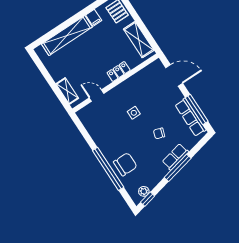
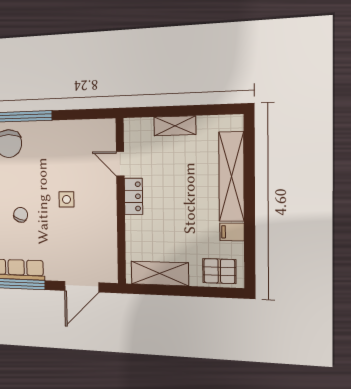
locker: (119, 72) -> (133, 196), moved
shelving: (67, 91) -> (175, 126), moved
door: (97, 96) -> (120, 164), swing flipped

